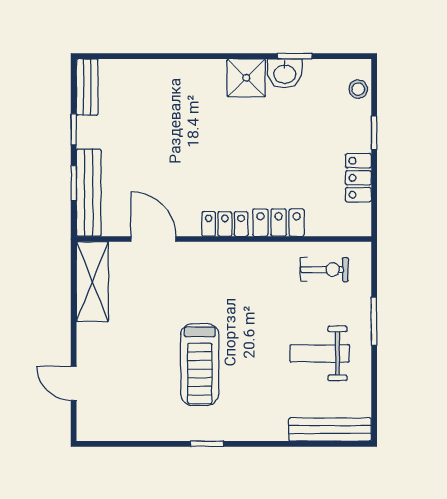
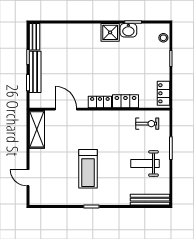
locker: (358, 178) -> (163, 93), moved
bench: (89, 193) -> (35, 72), moved

